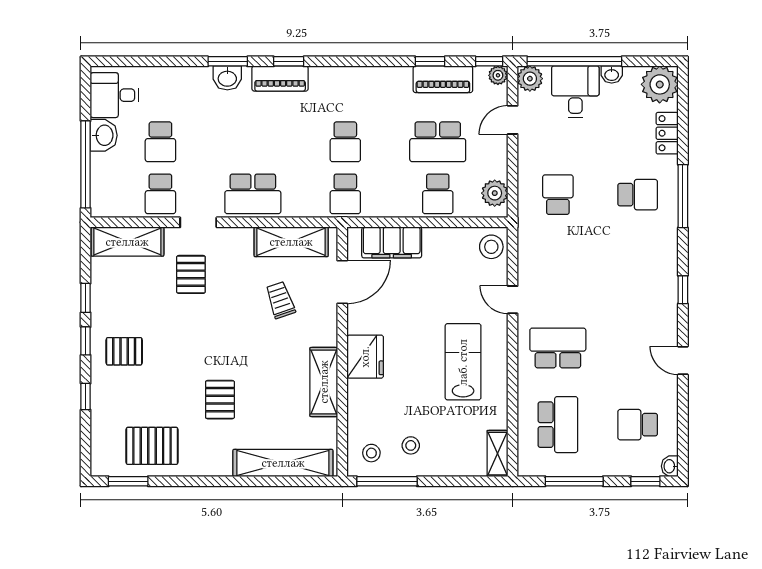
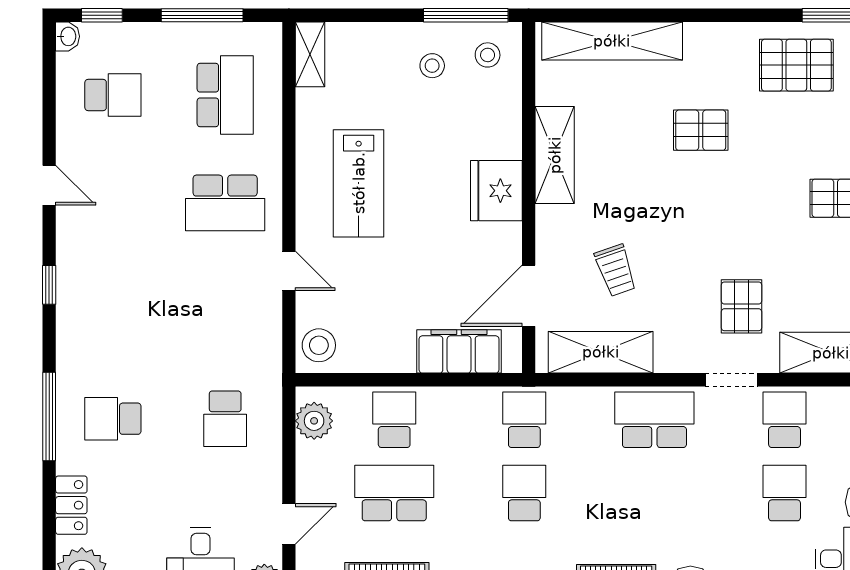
pallet: (220, 400) -> (701, 130), turned 90
school desk: (558, 425) -> (225, 95), turned 180

